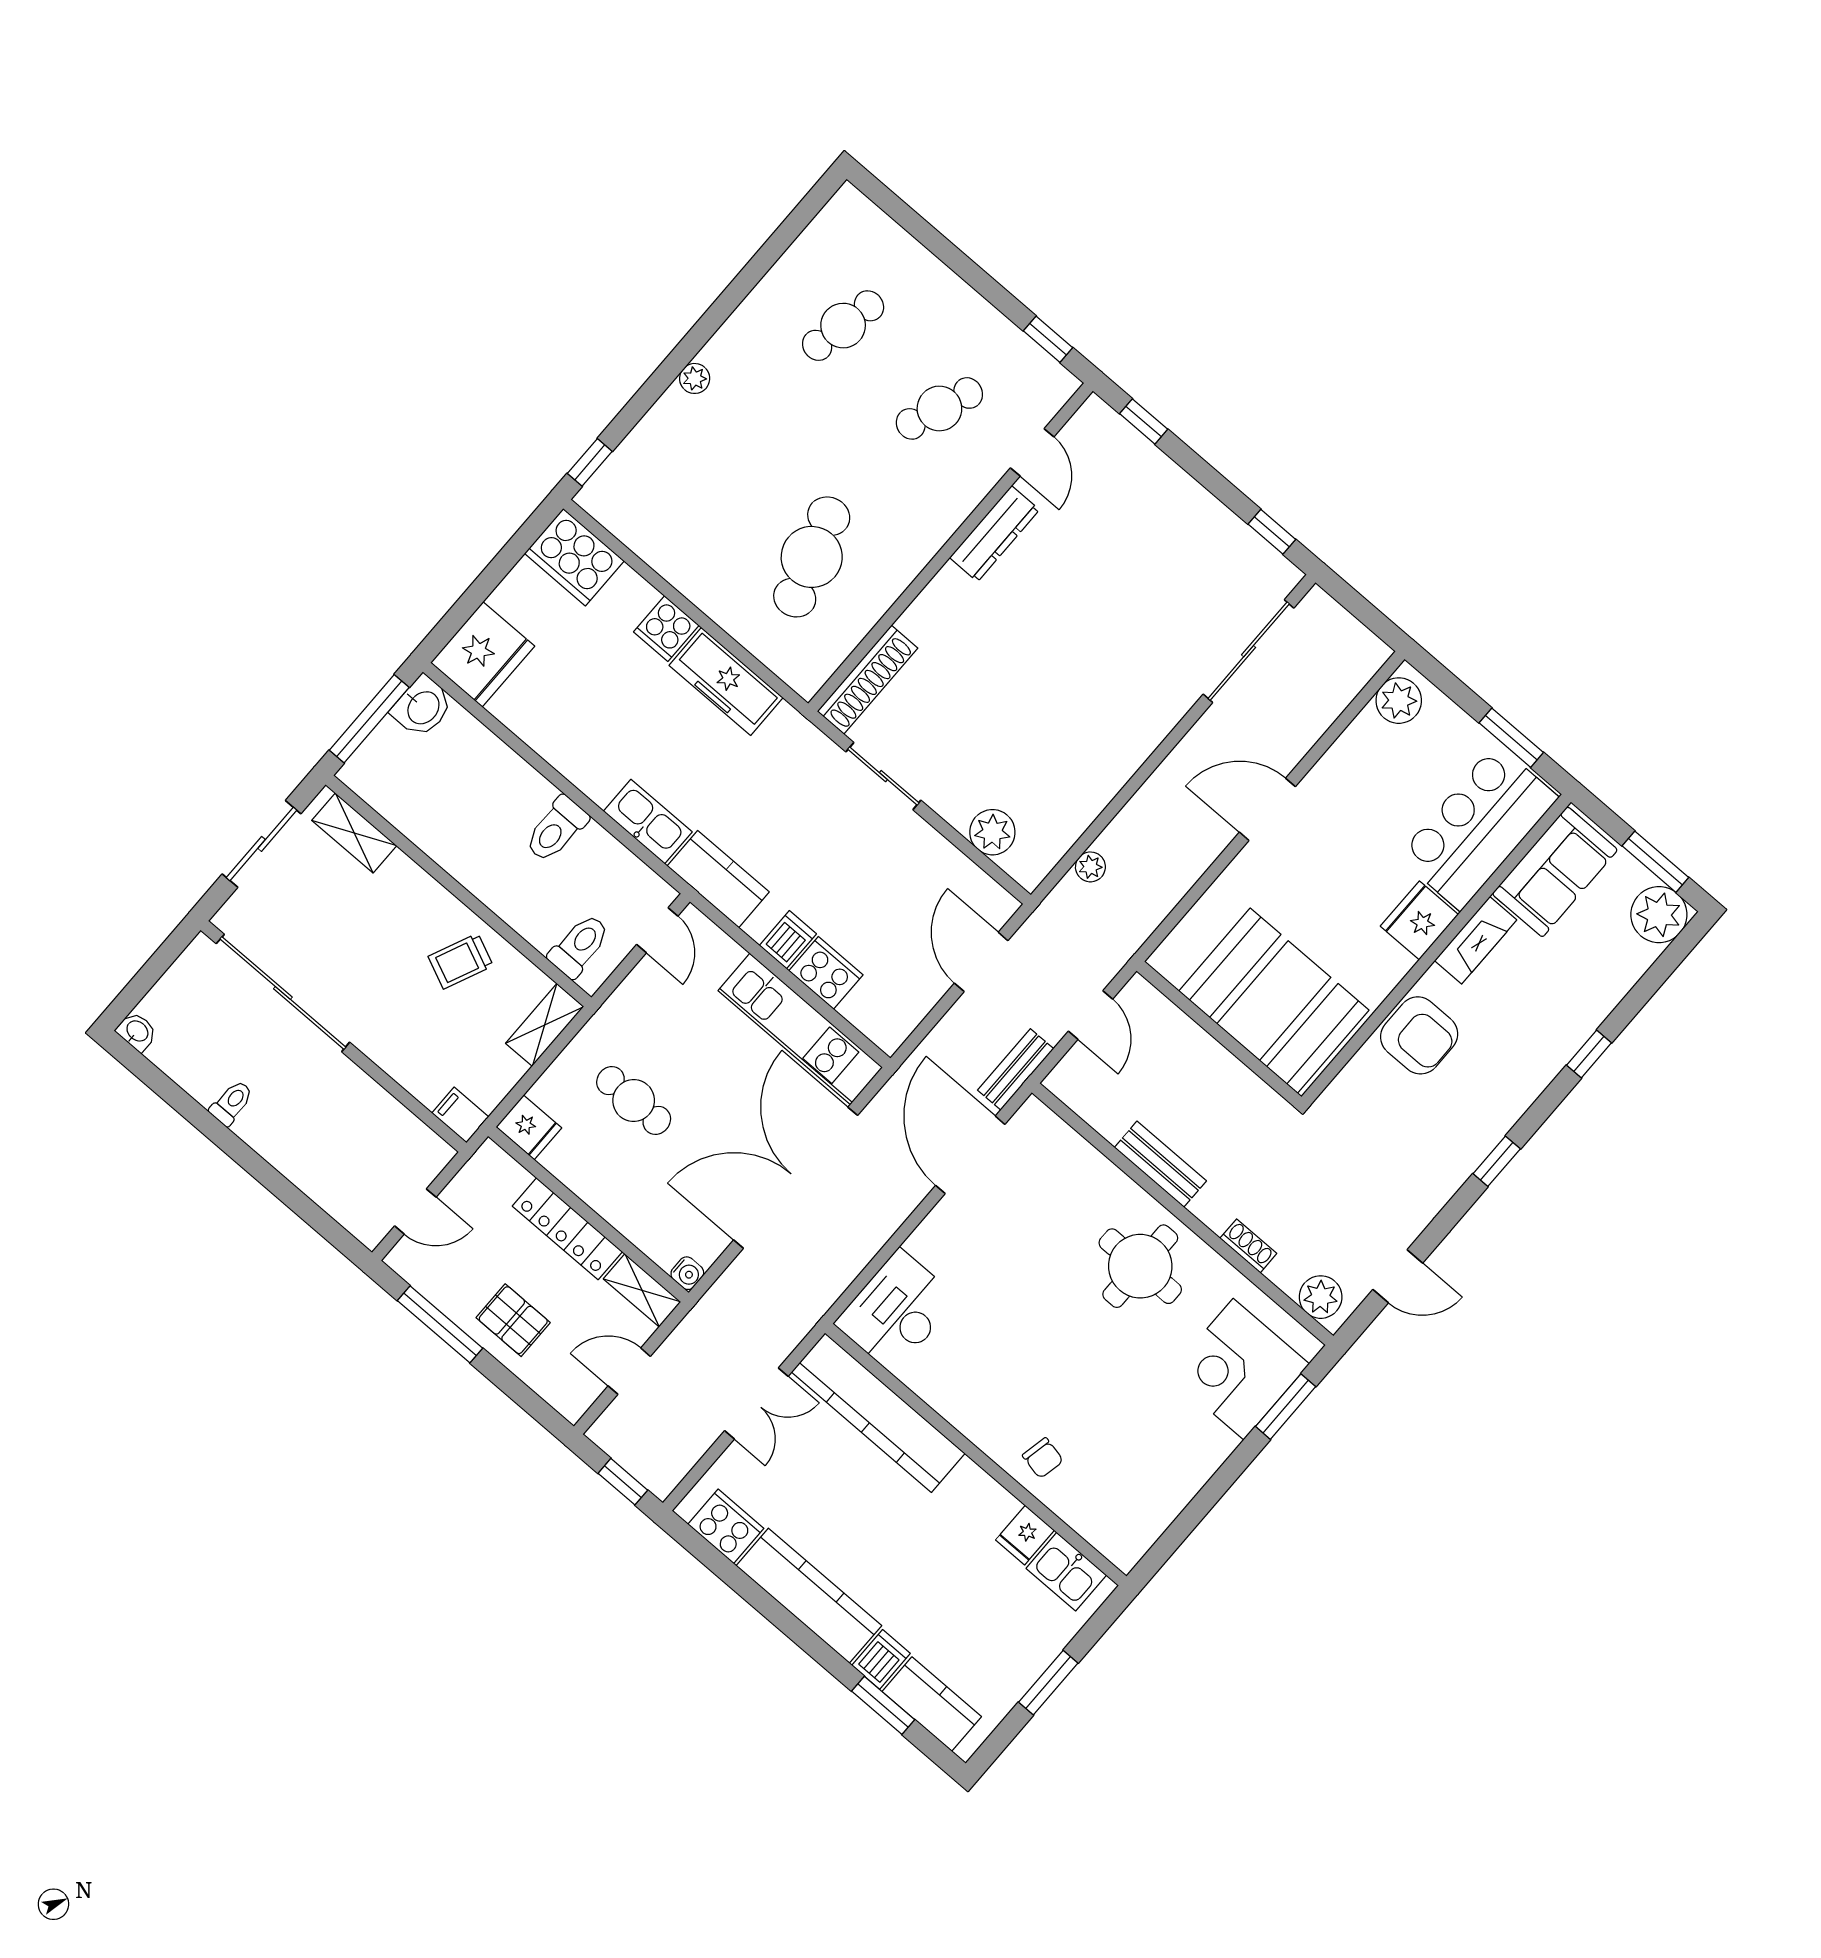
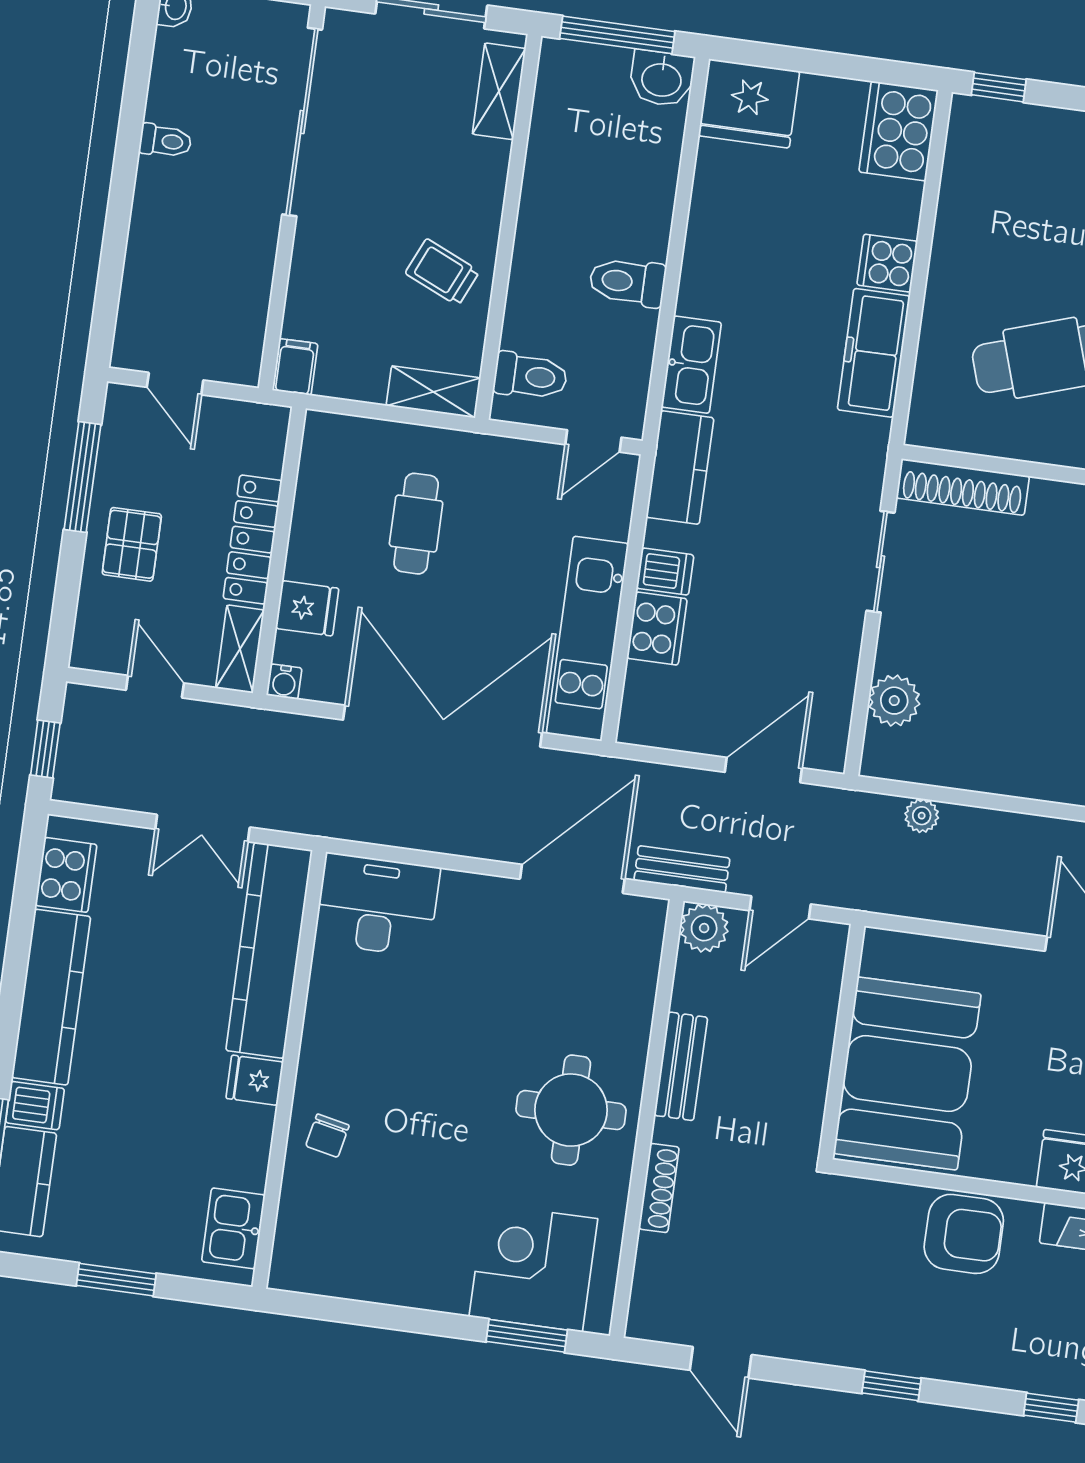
armchair: (1419, 1035) -> (964, 1234), turned -90
fridge: (529, 1127) -> (307, 608), moved, turned -90
shoe rack: (1248, 1246) -> (659, 1188), width x1.43
plant: (1321, 1297) -> (704, 928), moved
fridge: (1025, 1535) -> (255, 1080), moved

